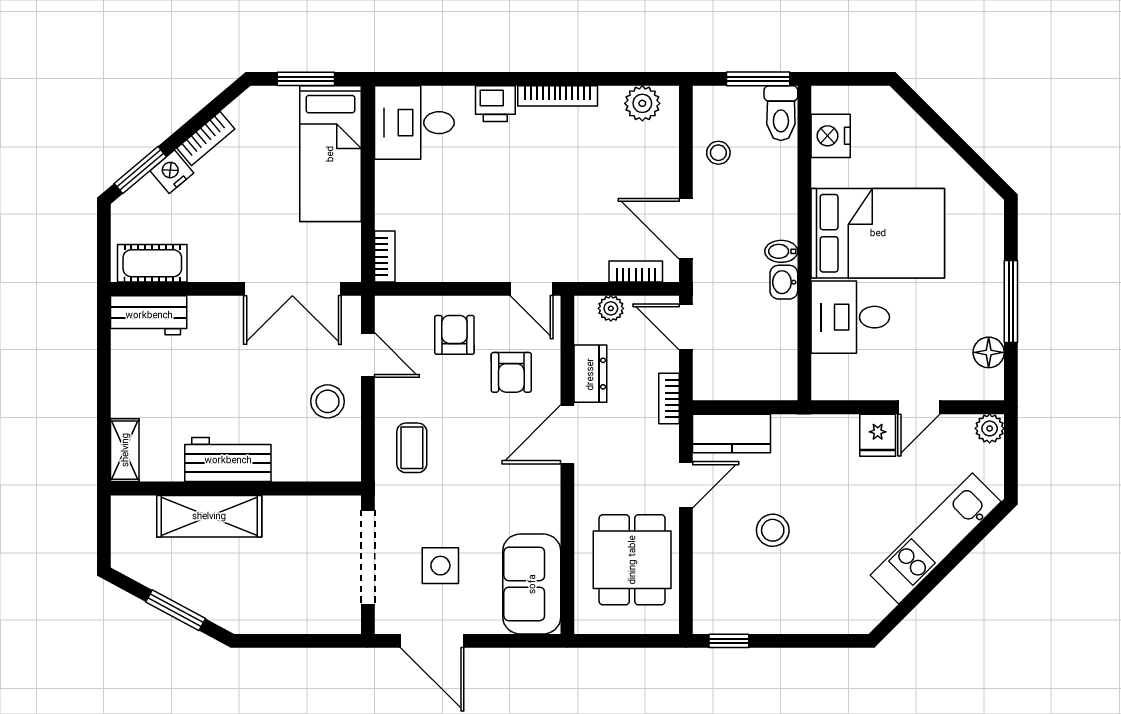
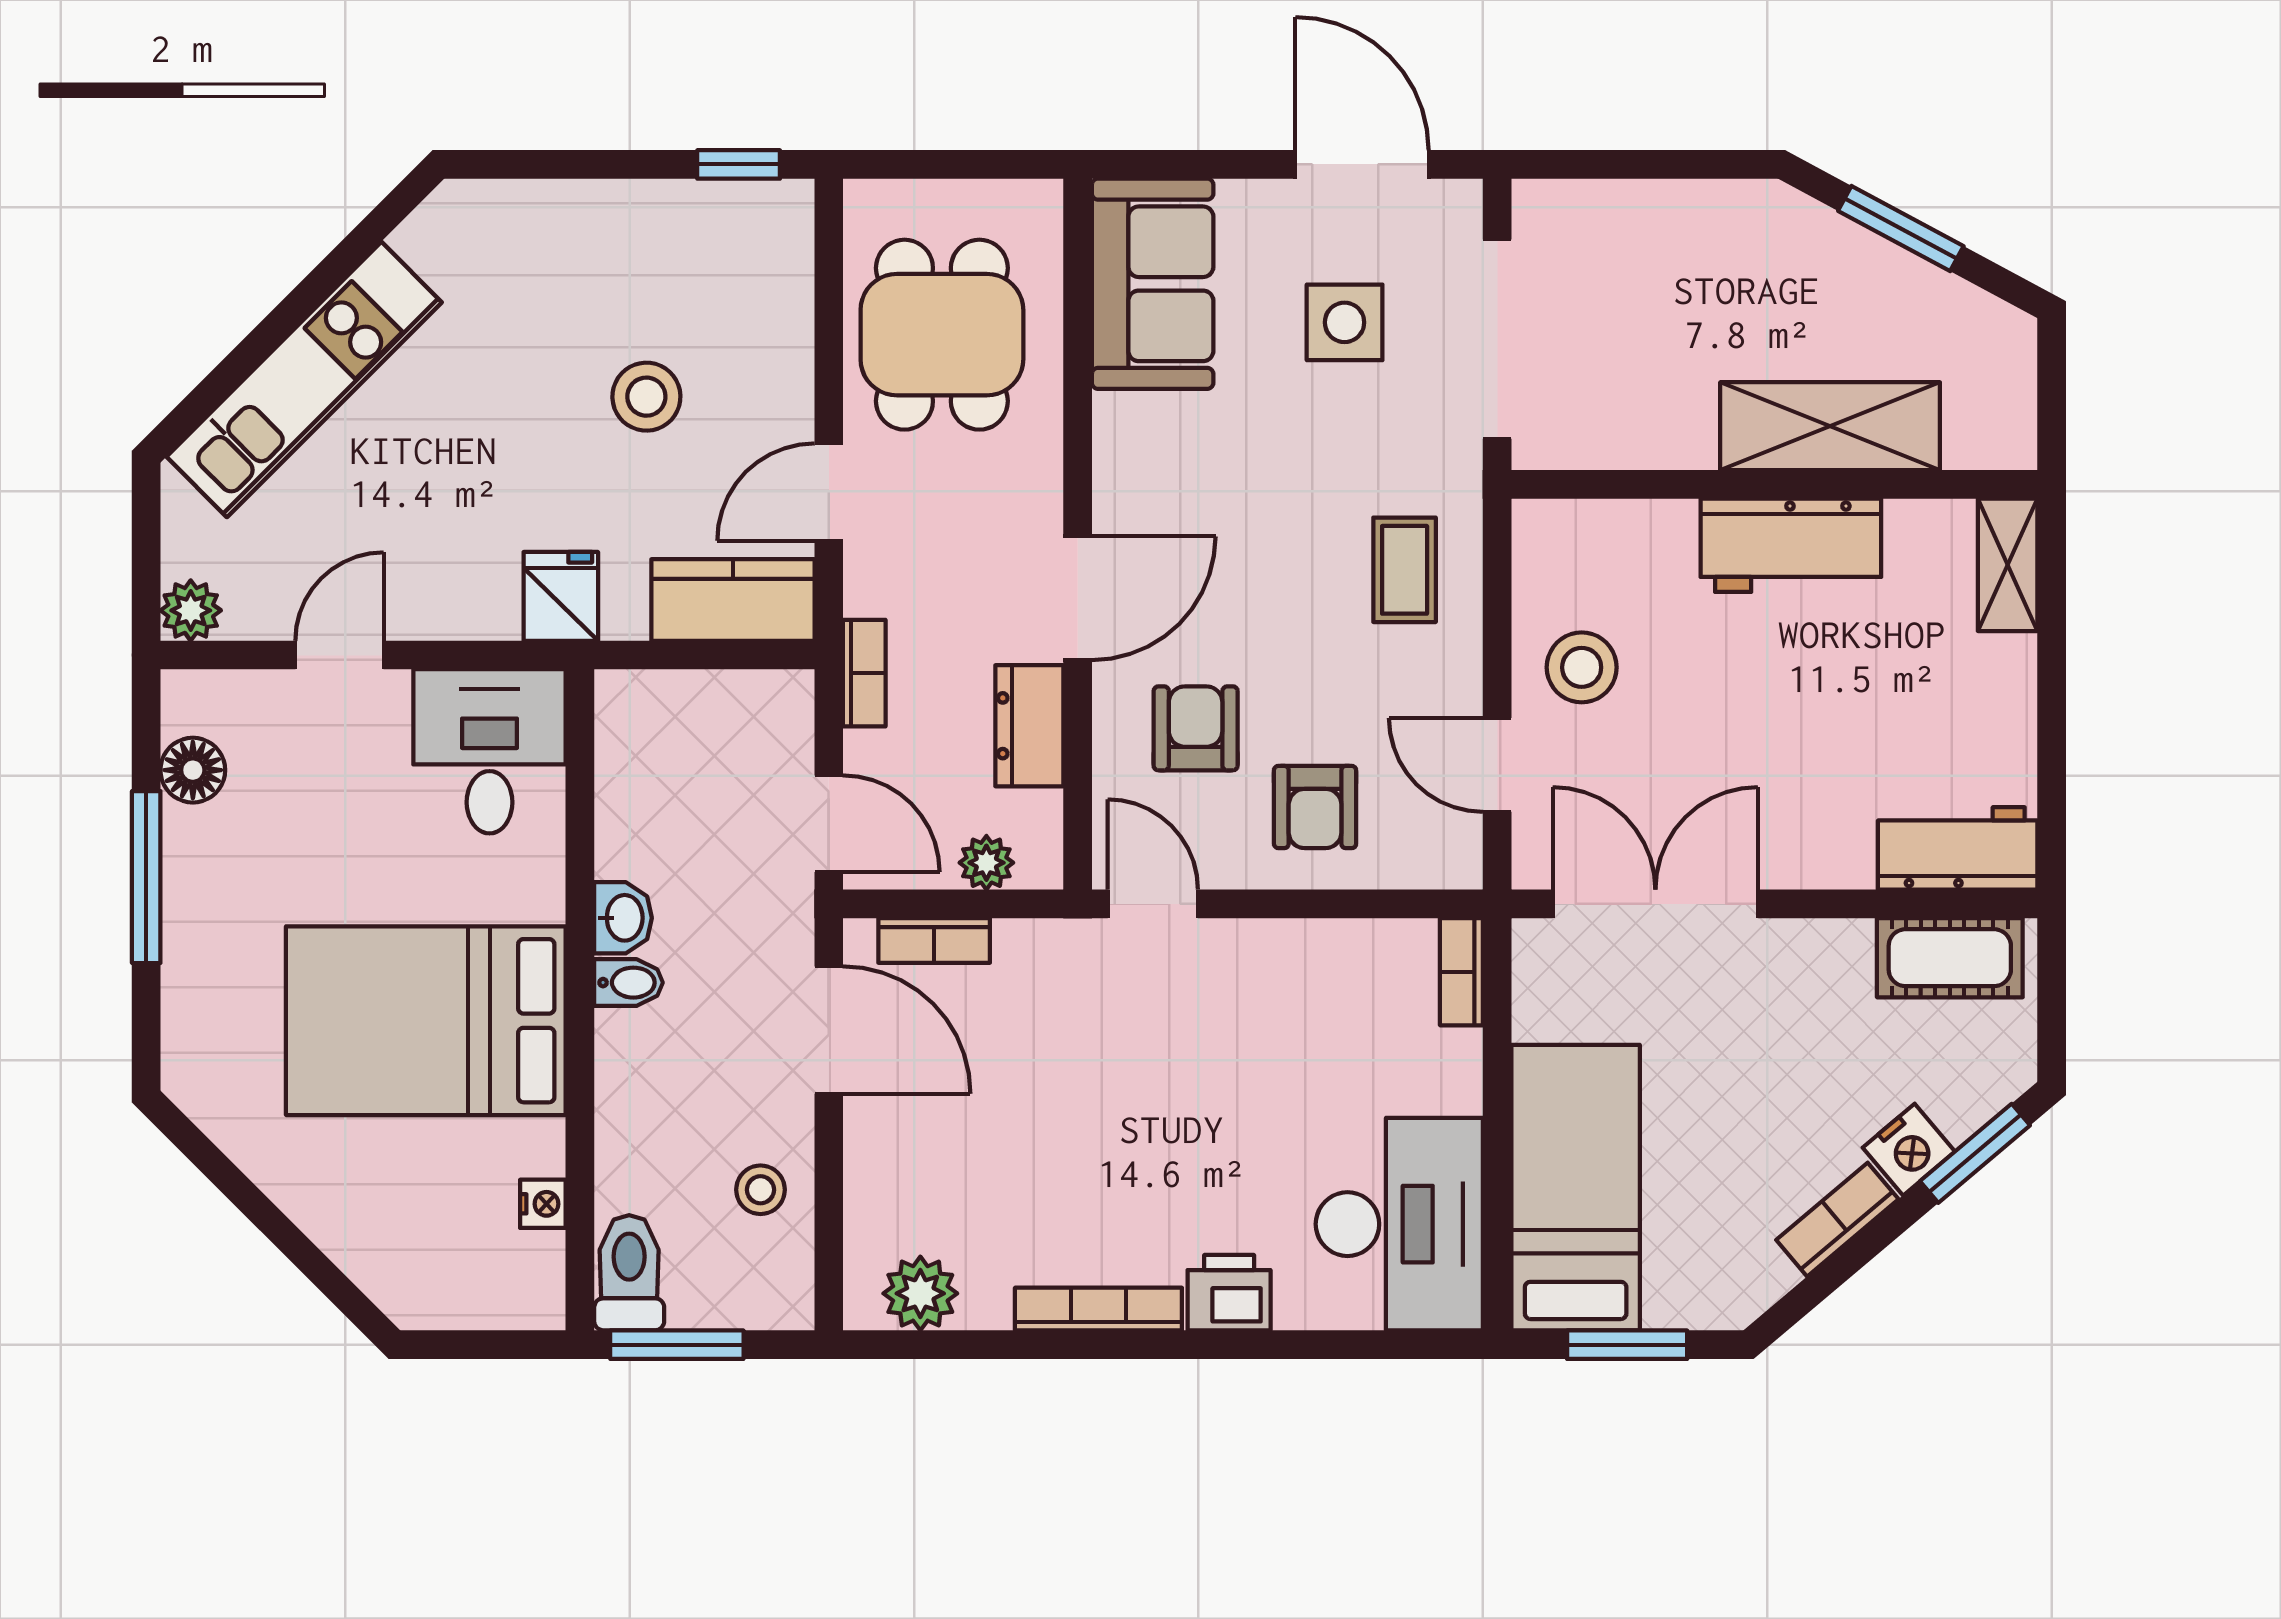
desk: (414, 123) -> (1399, 1224), width x1.37
nightstand: (831, 136) -> (543, 1204), width x0.53, depth x0.56
desk: (850, 317) -> (490, 751), moved, turned -90
fridge: (878, 435) -> (561, 596), moved

